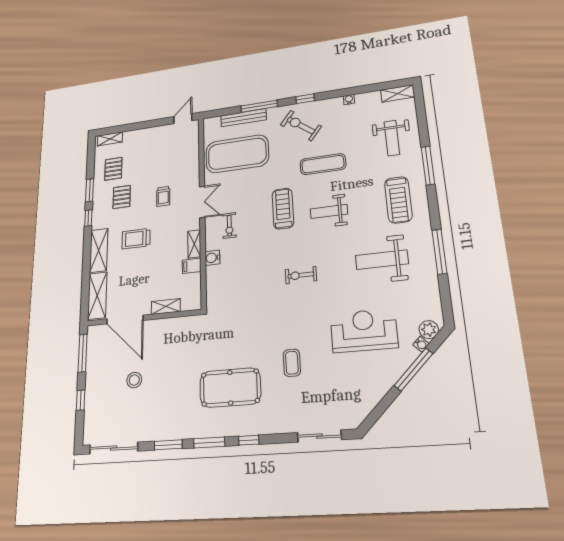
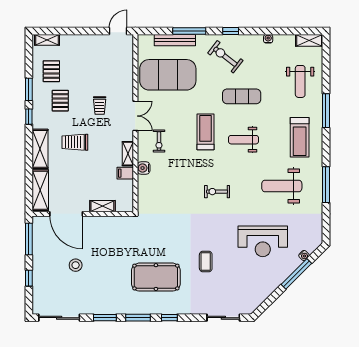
plant: (429, 330) -> (311, 245), removed
reception desk: (364, 331) -> (263, 241), turned 180

